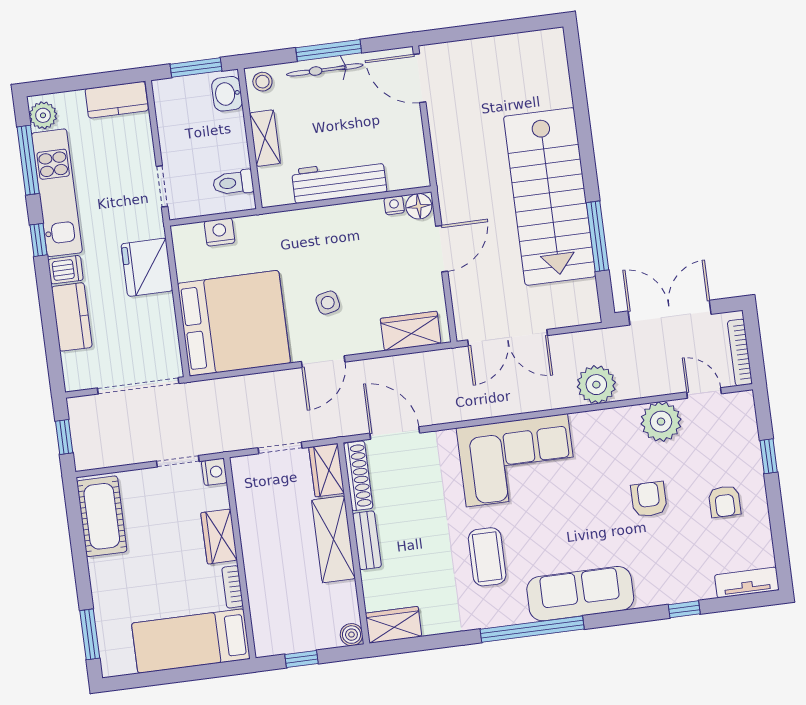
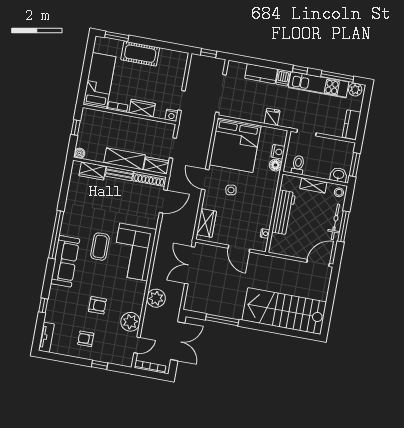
stairs: (550, 196) -> (284, 311), moved
floor lamp: (419, 206) -> (275, 165), moved
fridge: (147, 267) -> (272, 117), width x0.53, depth x0.75
cot: (102, 516) -> (140, 54), moved
coffee table: (487, 557) -> (100, 247), moved, turned 90
wardrobe: (394, 625) -> (93, 171), moved, turned 90

